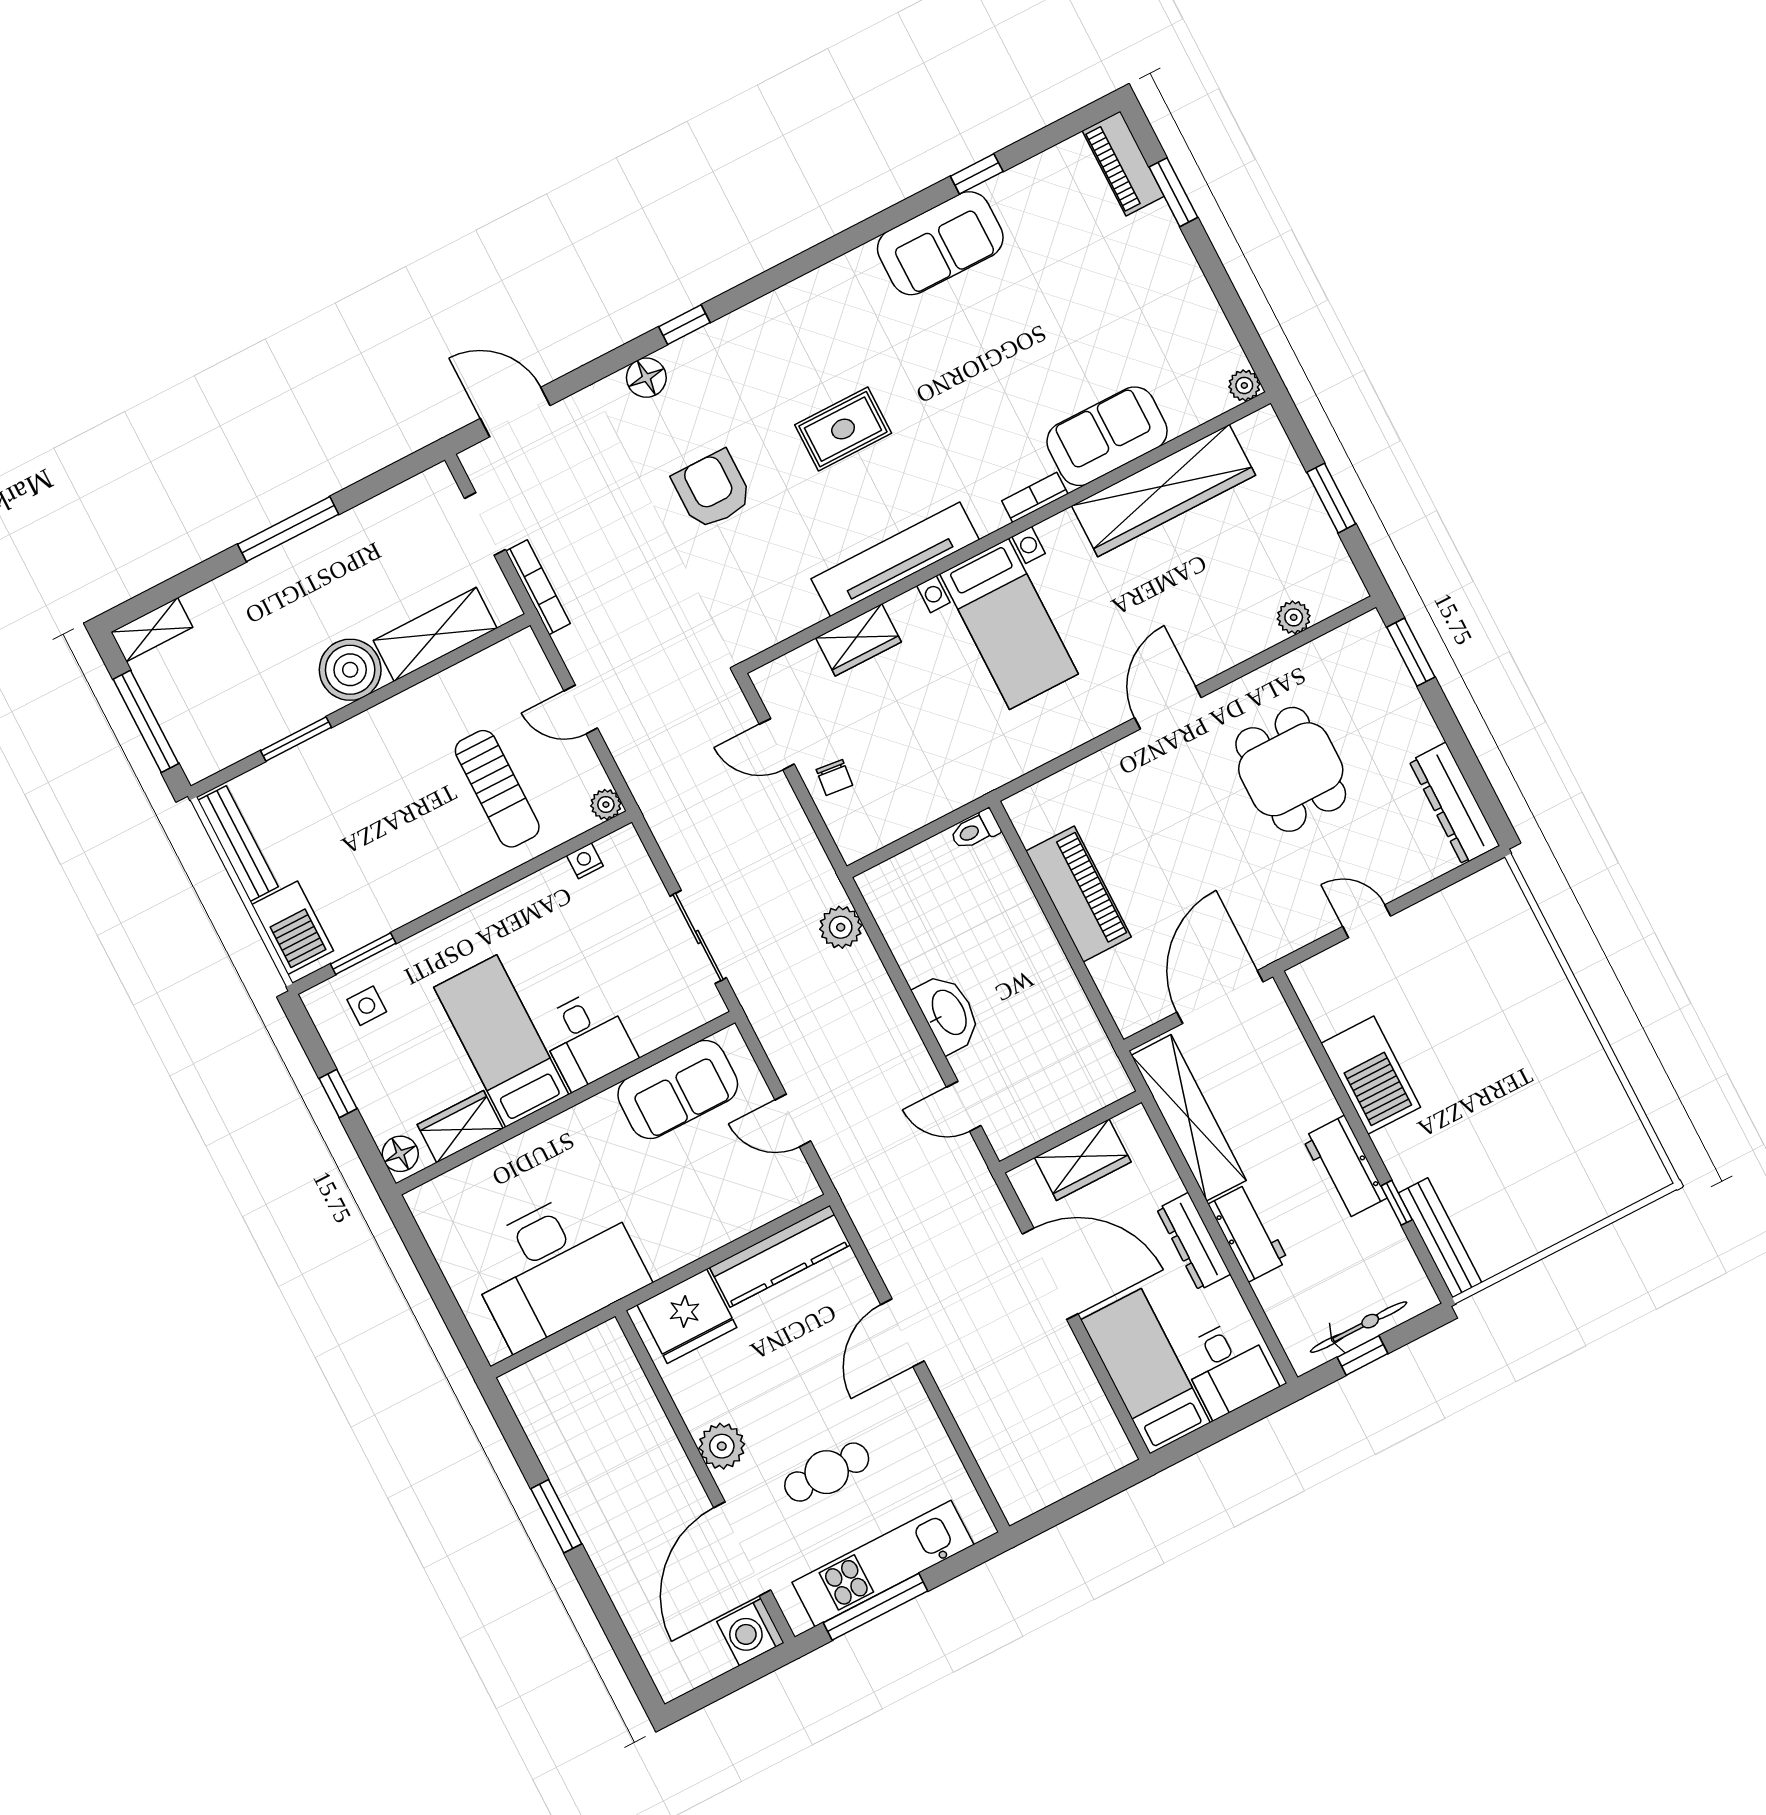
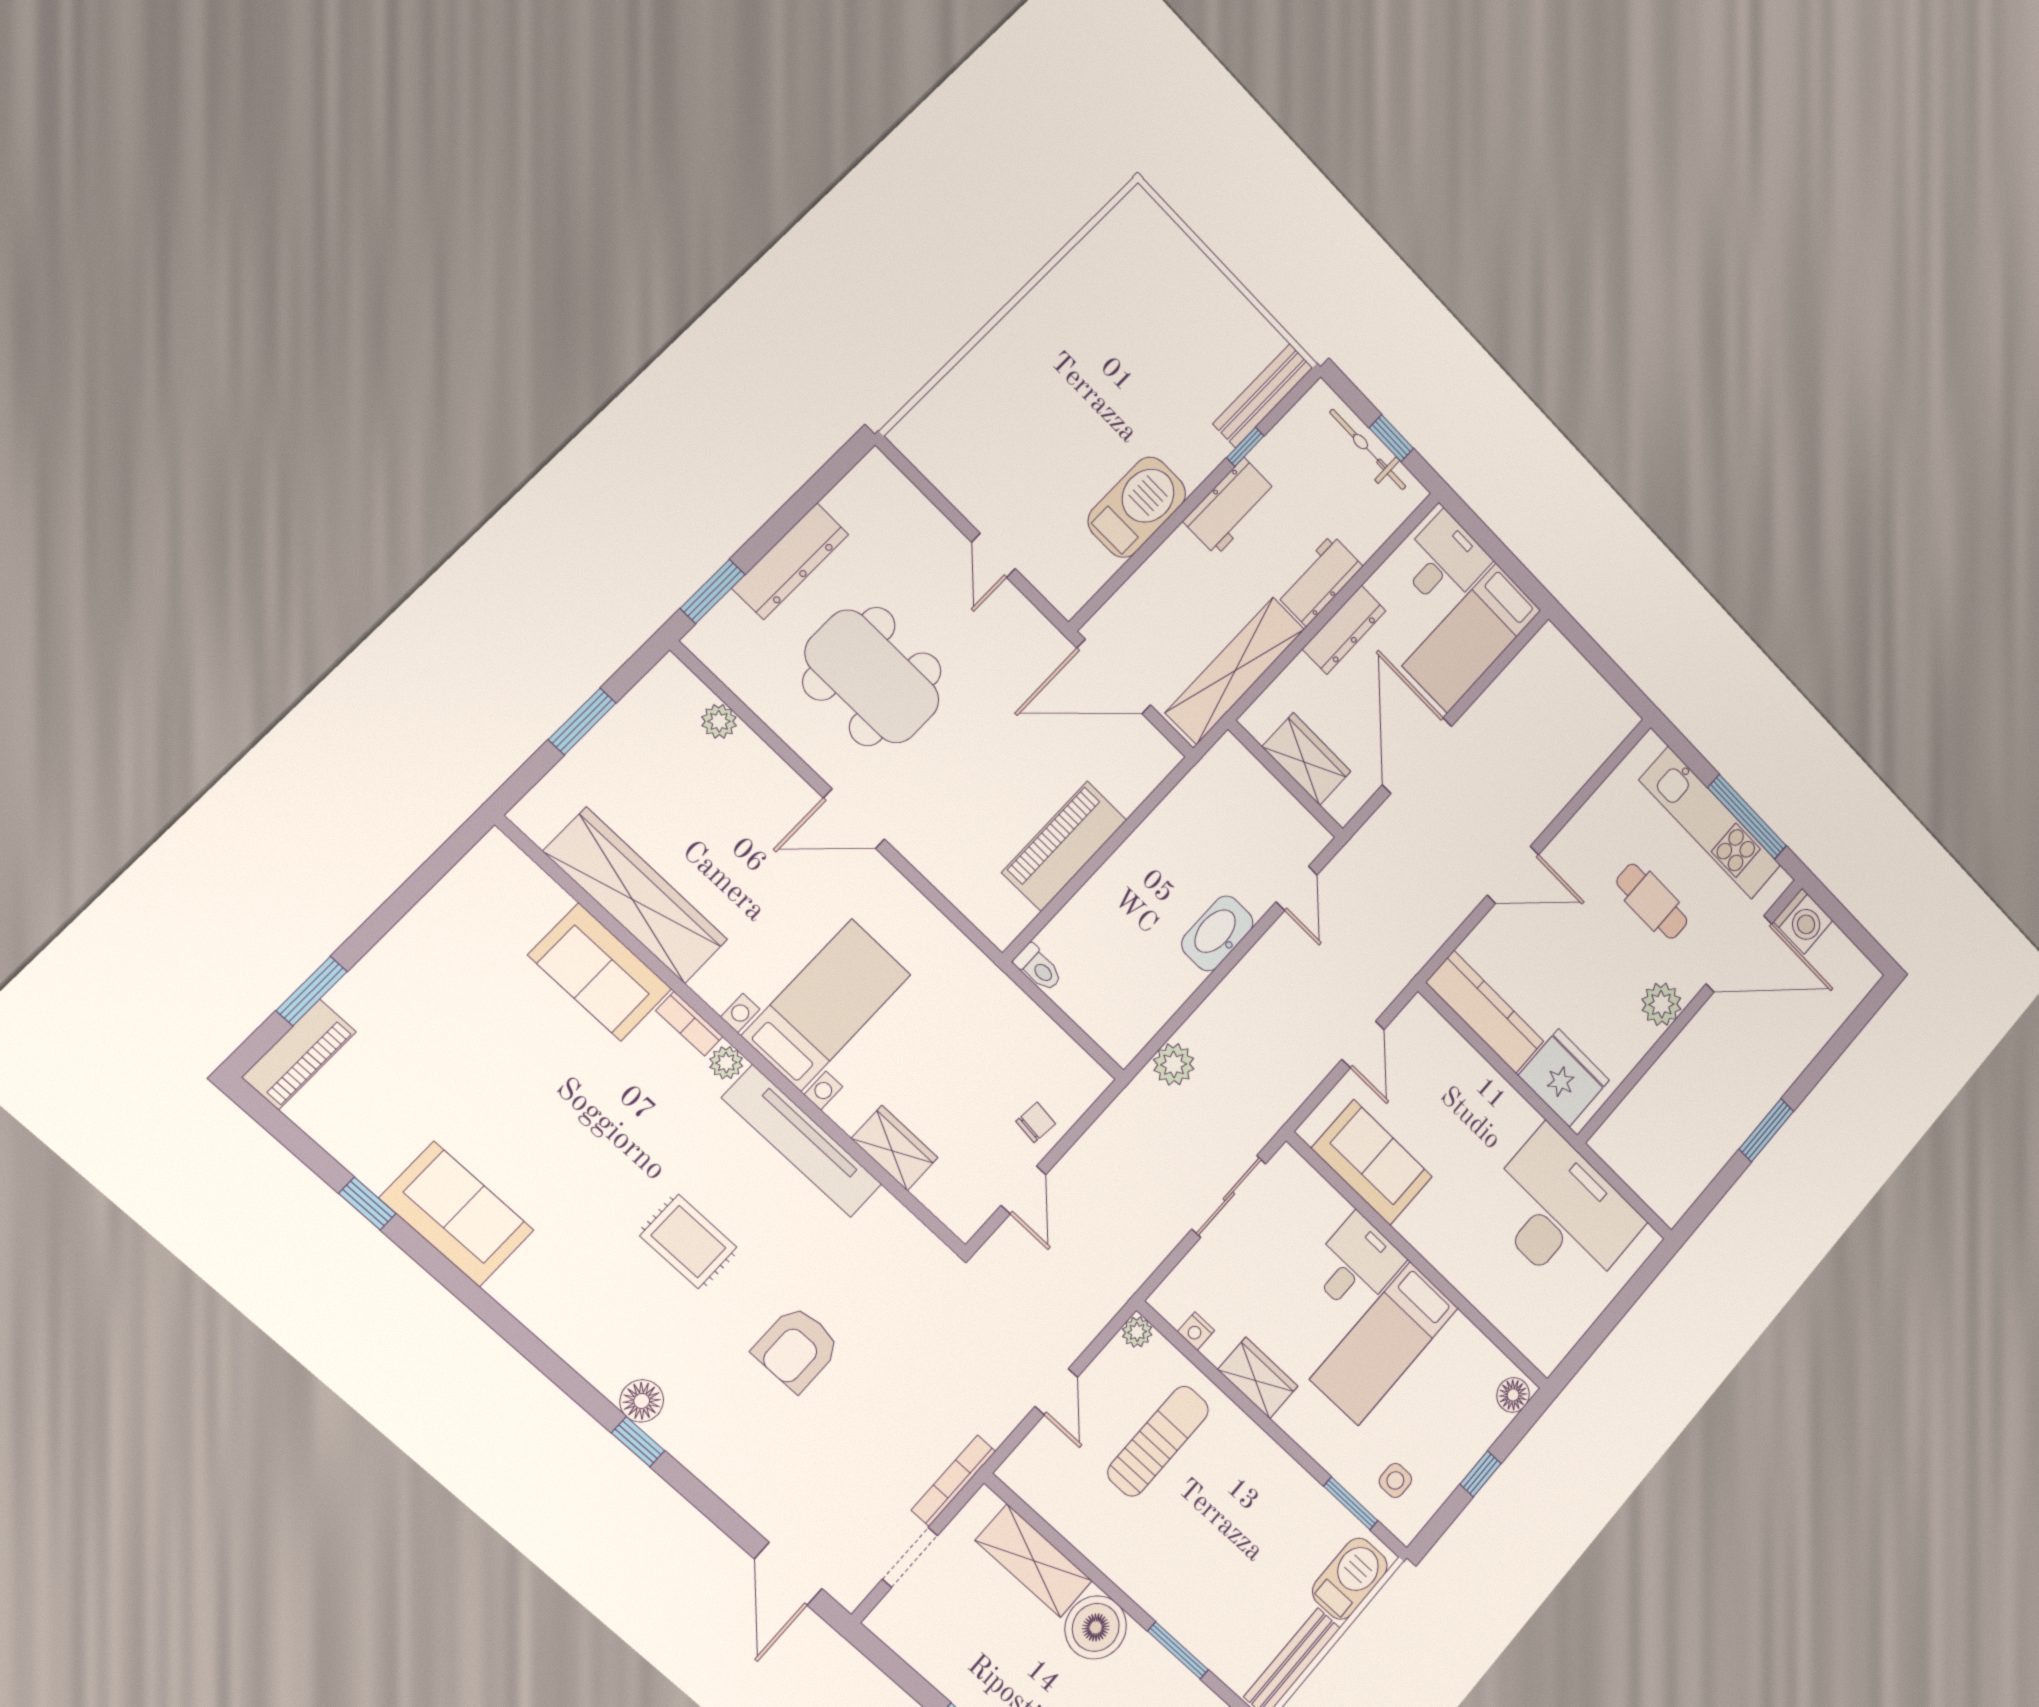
floor lamp: (646, 378) -> (642, 1401), moved
plant: (1244, 385) -> (726, 1063), moved
dining table: (1291, 769) -> (872, 676), width x1.37
dresser: (1454, 803) -> (790, 561), moved
wardrobe: (460, 1127) -> (1258, 1378), moved, turned 180

